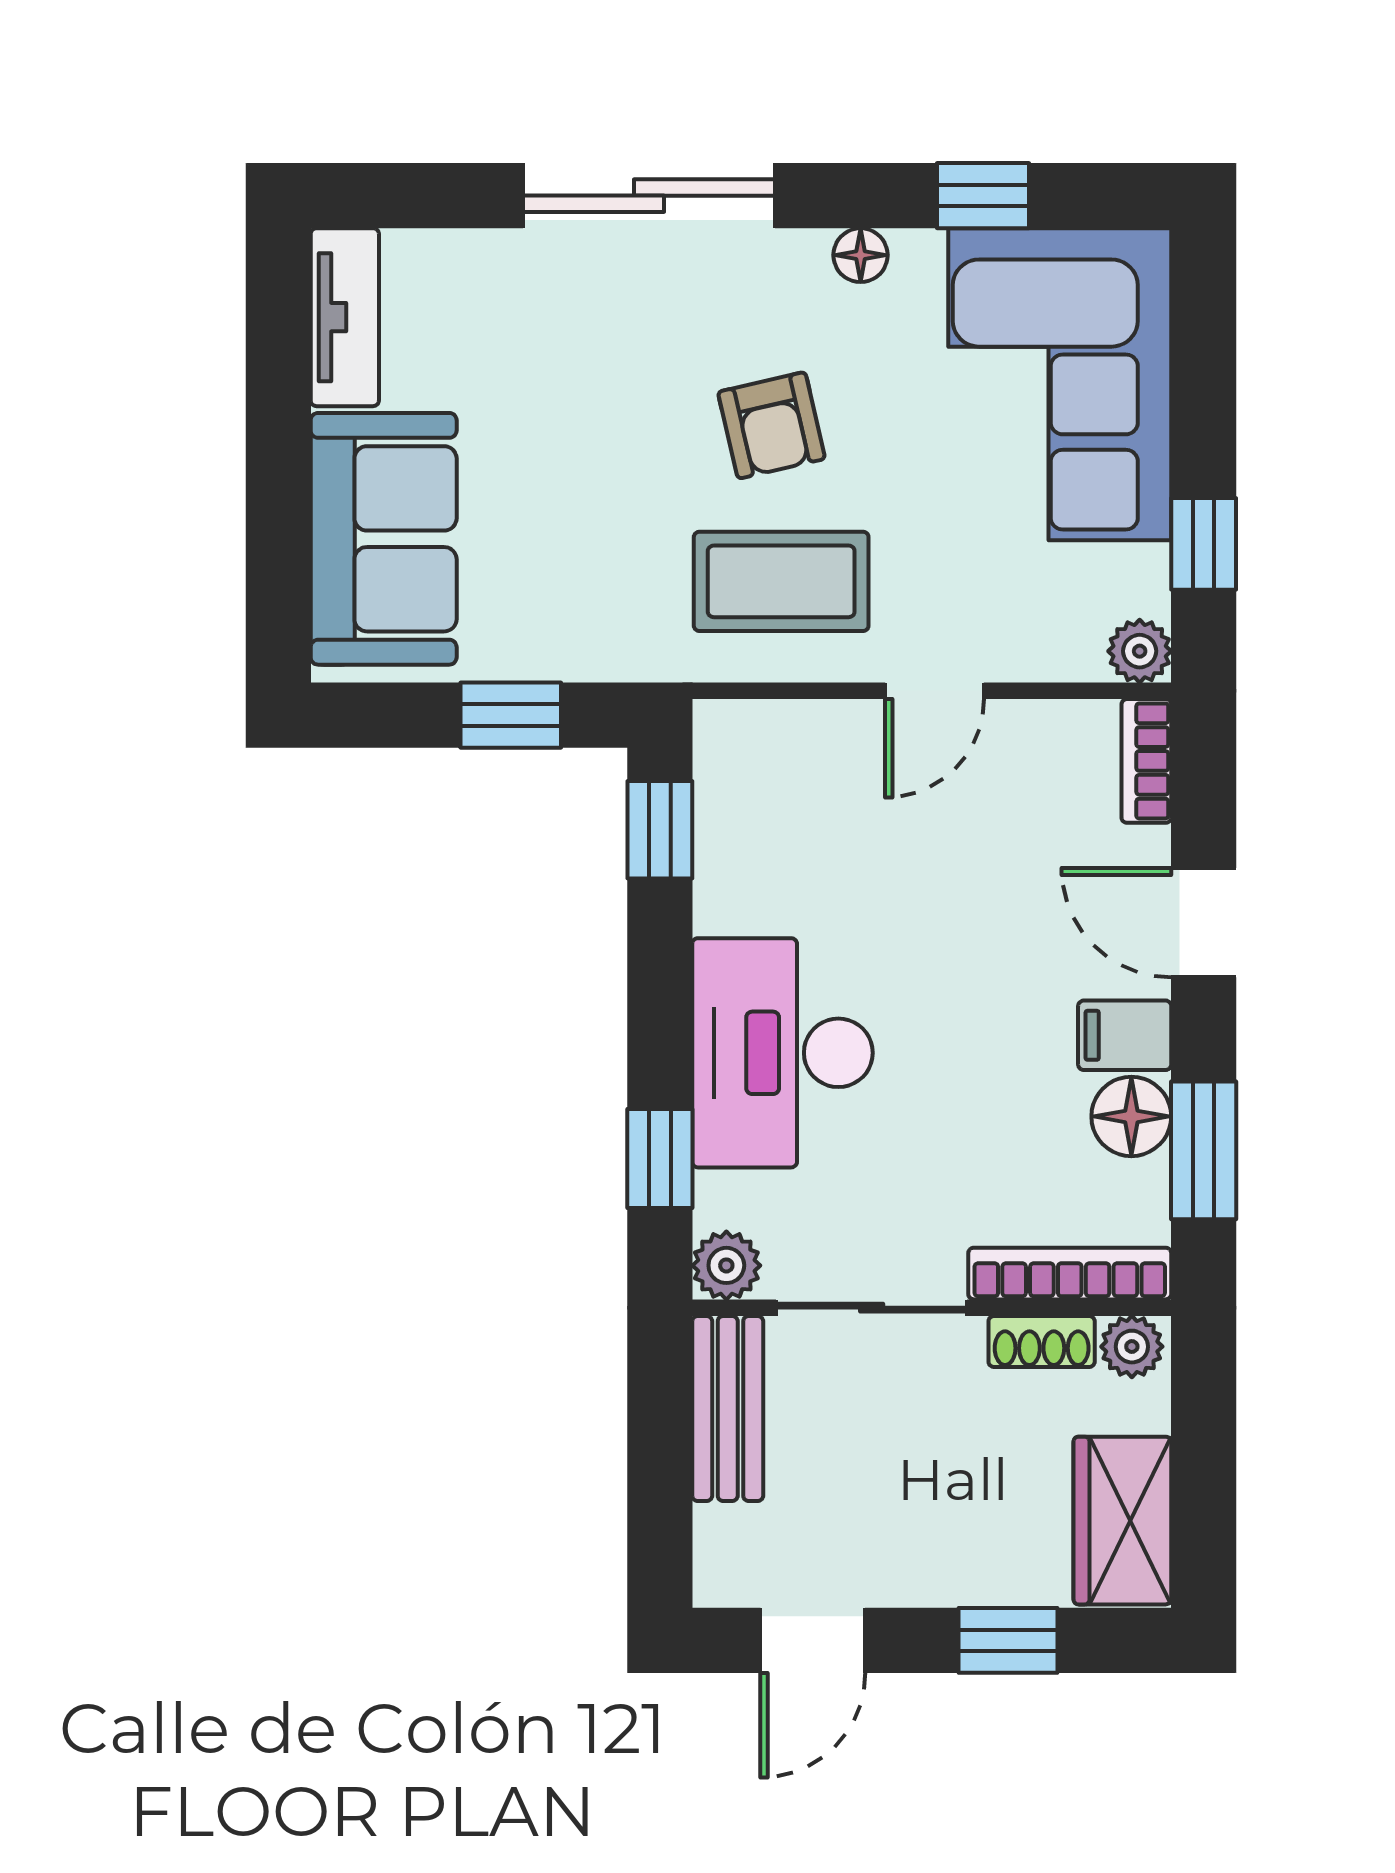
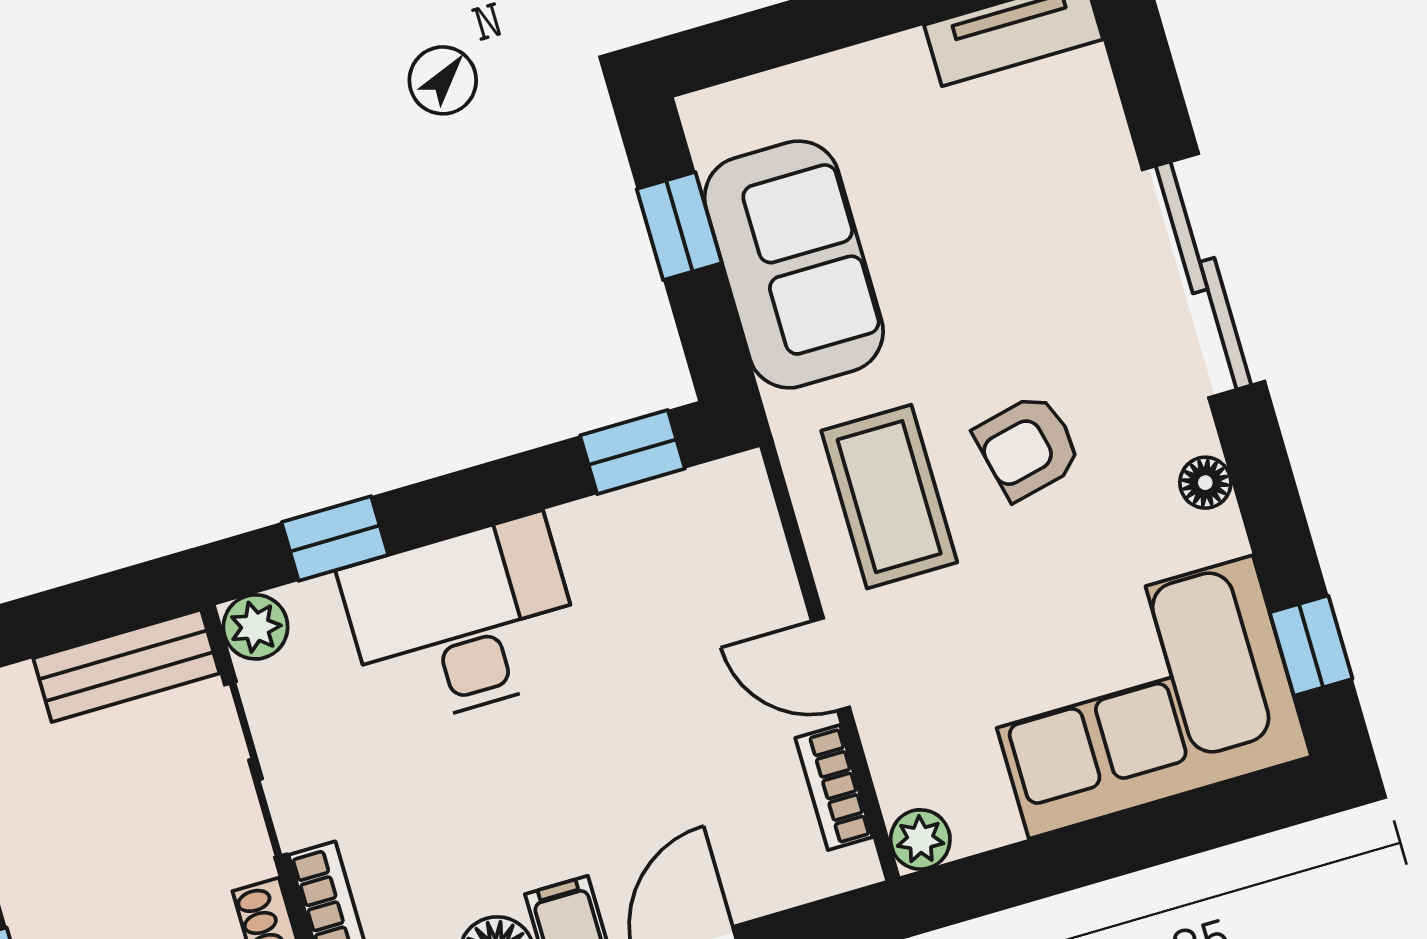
window: (983, 196) -> (1311, 646), moved
sofa: (384, 539) -> (794, 264), moved, turned -90
window: (1204, 544) -> (1034, 869), removed
window: (511, 715) -> (679, 226), moved
bookcase: (1146, 761) -> (834, 787), moved, turned -90

